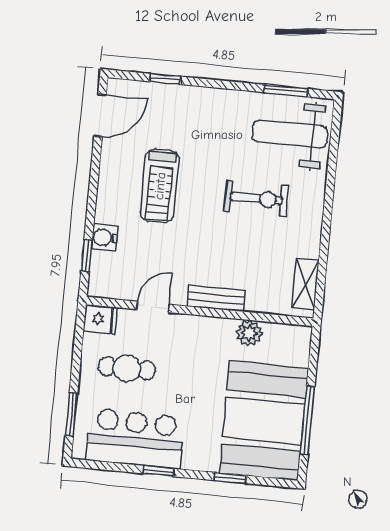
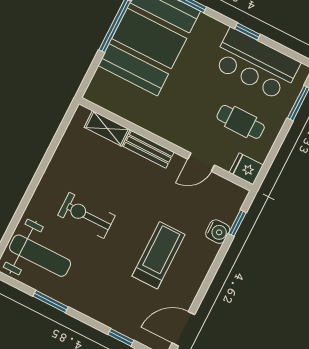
window: (286, 91) -> (51, 301), moved
shelving: (306, 284) -> (107, 128), moved, turned 90
plant: (249, 333) -> (134, 112), removed

